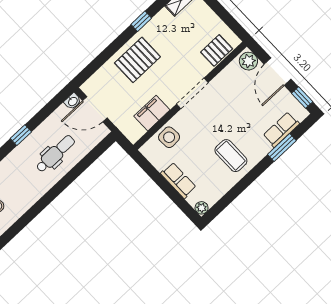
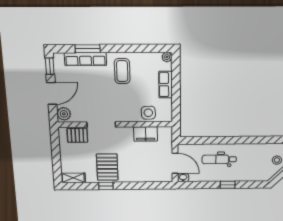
pallet: (137, 60) -> (107, 167), moved, turned 90
doorway: (192, 93) -> (101, 125), moved
row of seats: (281, 130) -> (85, 59), width x1.48

